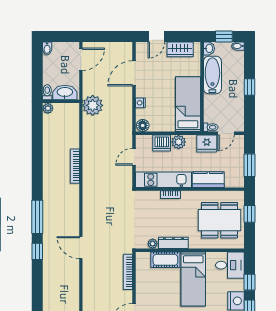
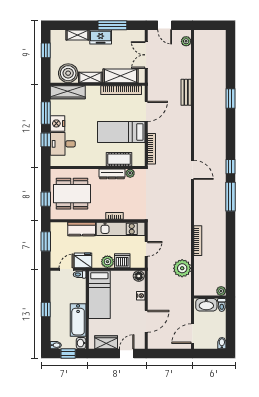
plant: (93, 105) -> (182, 268), moved
desk: (230, 265) -> (63, 144), moved
bed: (193, 279) -> (121, 132), moved, turned -90

